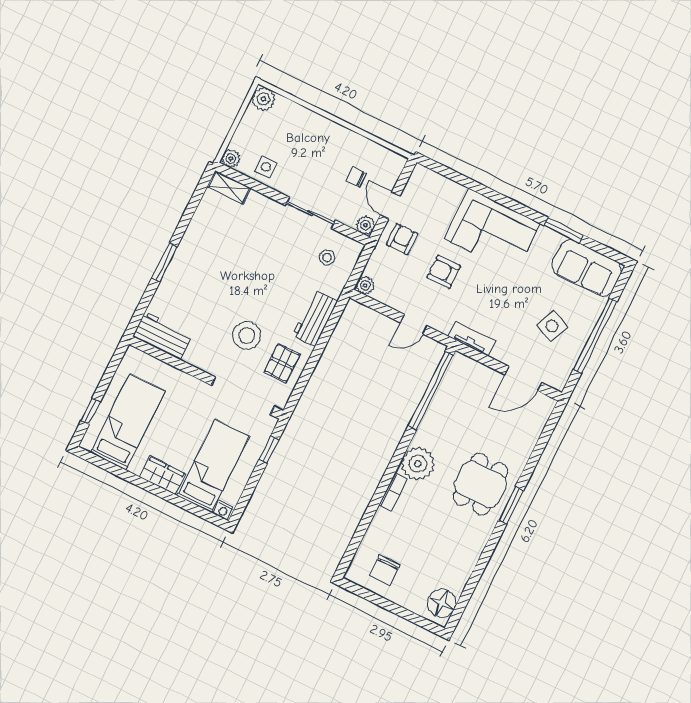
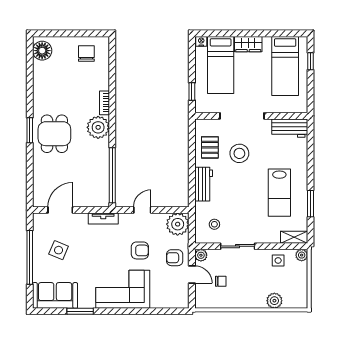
plant: (263, 99) -> (274, 301), moved
armchair: (402, 239) -> (175, 258), turned 90
lab bench: (219, 257) -> (279, 193), added
window: (165, 262) -> (311, 204), moved
plant: (365, 285) -> (178, 224), width x1.87, depth x1.87
doorway: (243, 396) -> (242, 116), moved

